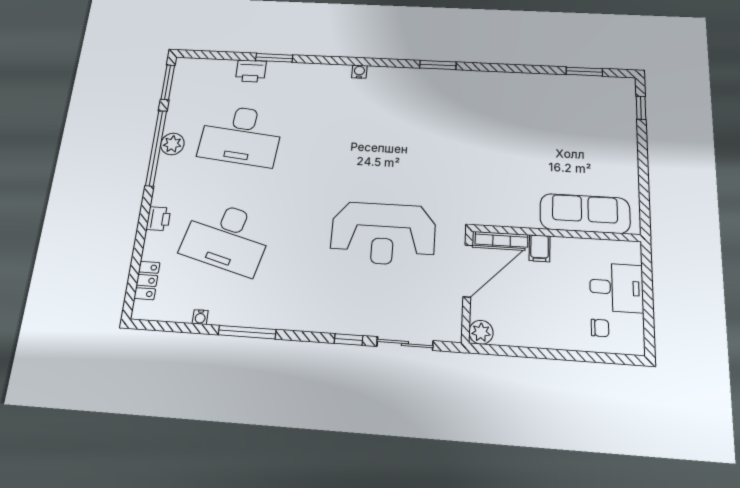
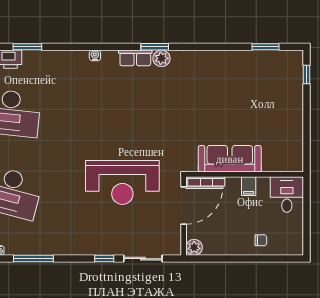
row of seats: (412, 77) -> (135, 58), added
plant: (446, 79) -> (162, 58), added
sofa: (585, 214) -> (230, 159), moved
filing cabinet: (540, 248) -> (249, 186), moved
desk: (616, 288) -> (287, 195), moved, turned -90
chair: (600, 328) -> (261, 240), moved

